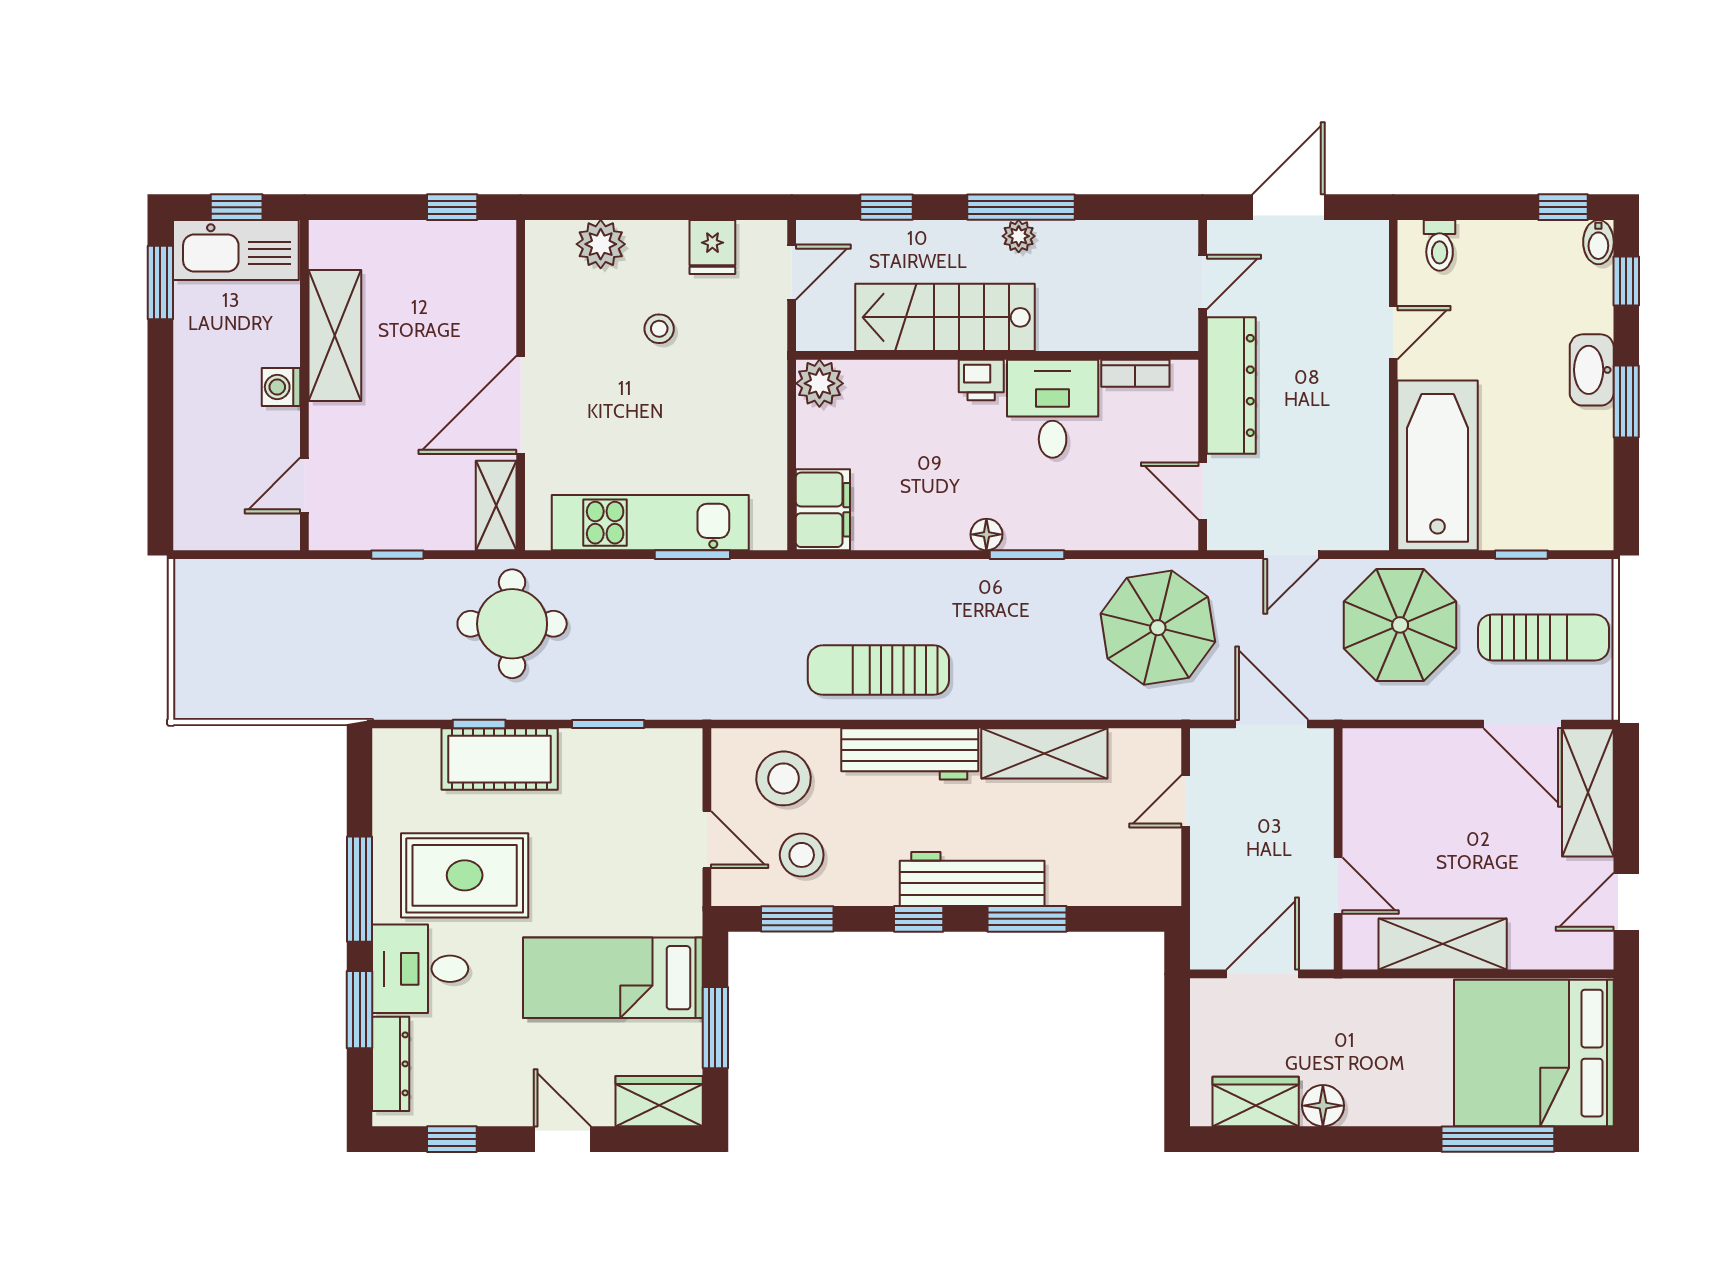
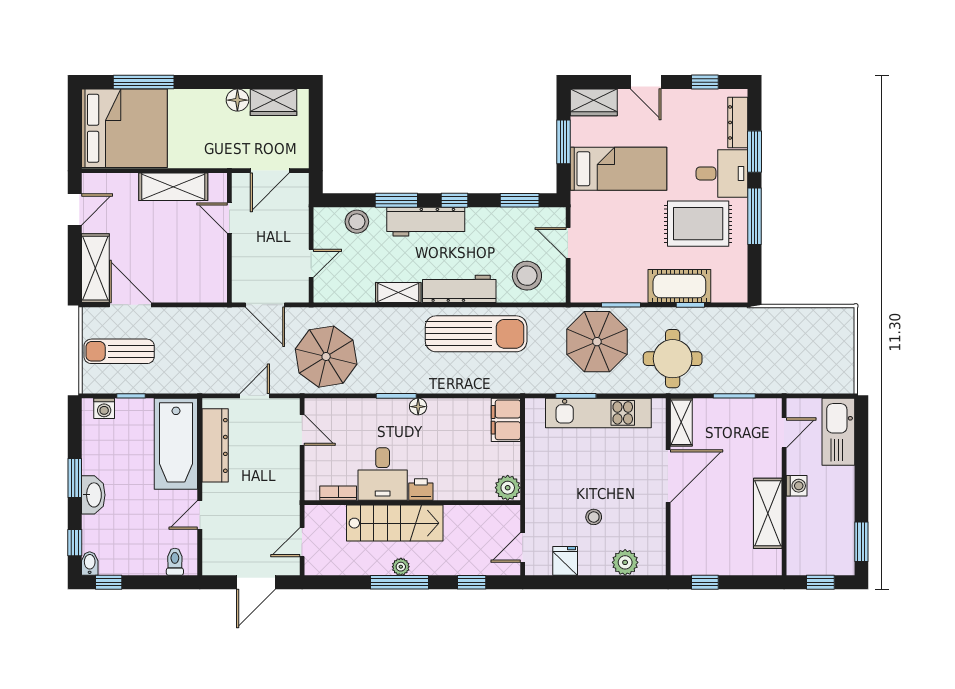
kitchen sink: (236, 250) -> (838, 432), moved, turned -90
stairs: (945, 317) -> (395, 523), moved
dresser: (1231, 385) -> (215, 445), moved, turned 180
washing machine: (1571, 531) -> (104, 408), added
window: (397, 555) -> (734, 396), width x1.50
parasol: (1400, 625) -> (597, 342), moved
sun lounger: (878, 670) -> (476, 334), width x1.36, depth x1.34
shelving: (1044, 753) -> (398, 292), width x0.67, depth x0.75
stool: (802, 855) -> (357, 222), moved

